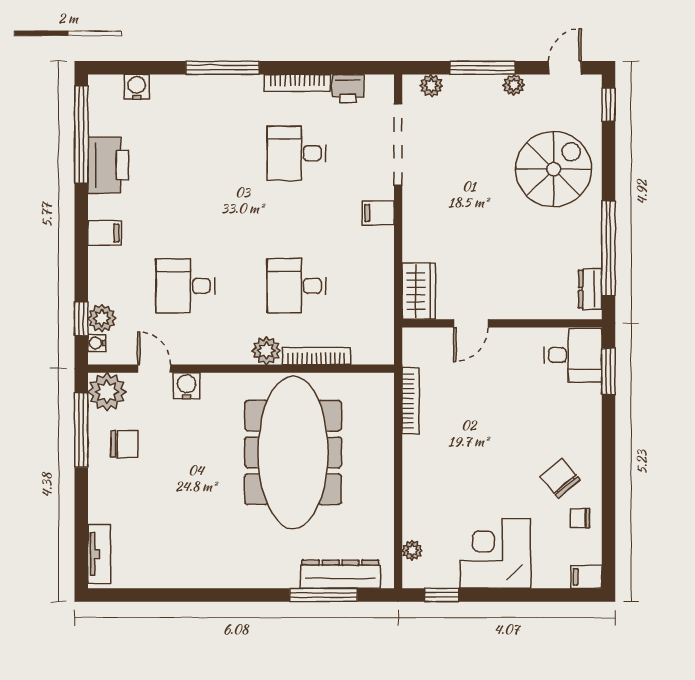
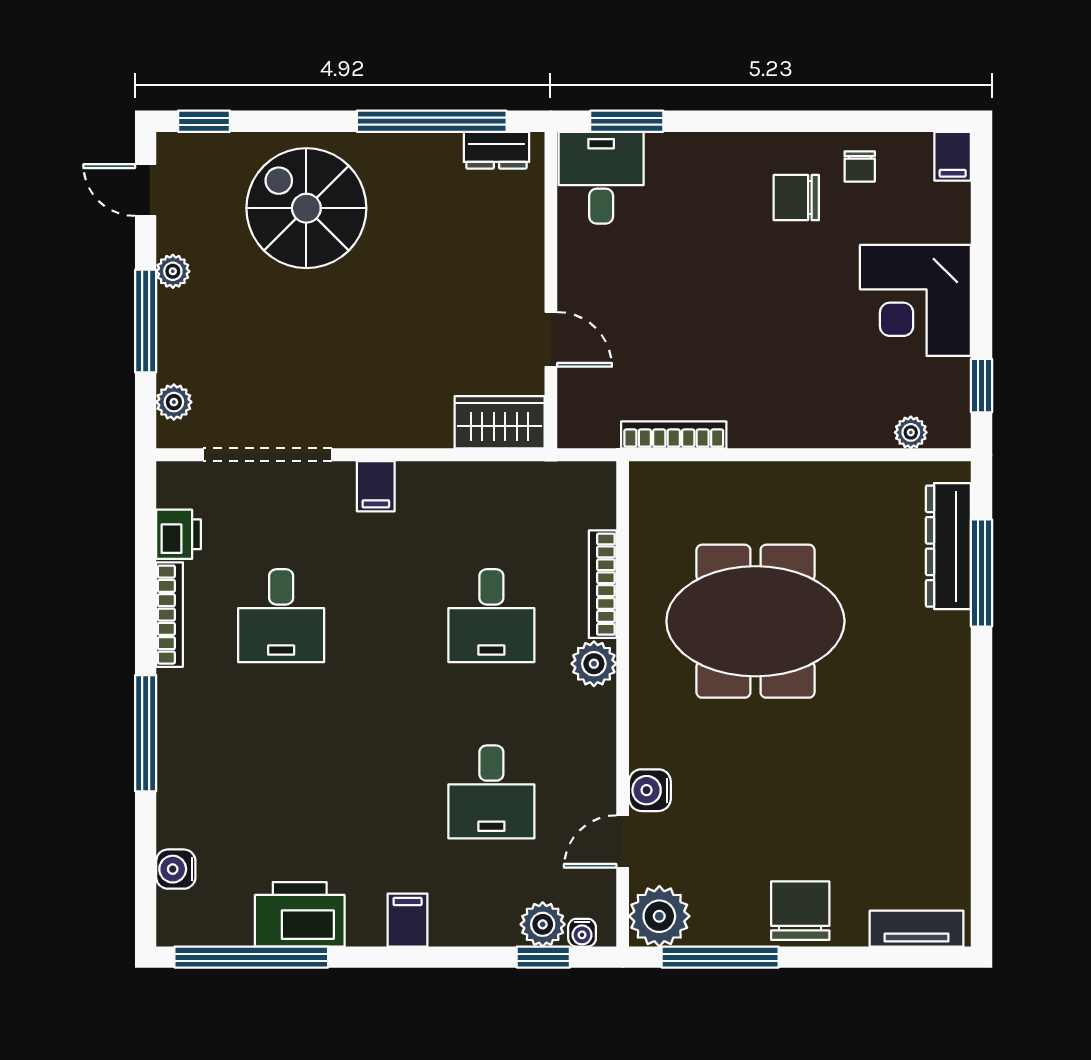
chair: (124, 444) -> (800, 911), moved, width x1.37, depth x1.37
meeting table: (293, 452) -> (755, 621), width x0.73
chair: (560, 478) -> (796, 198), turned 40

